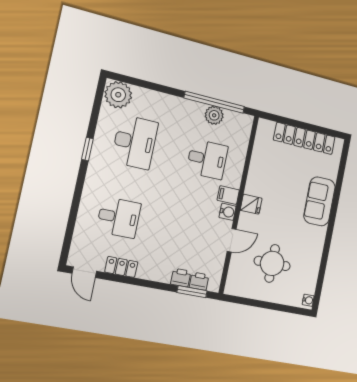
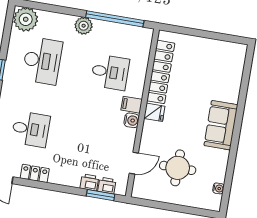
plant: (214, 115) -> (84, 26), moved
locker: (305, 138) -> (161, 72), moved, turned -90
sofa: (320, 201) -> (221, 125), moved
door: (232, 240) -> (134, 163), moved
water cooler: (308, 300) -> (218, 188), moved

